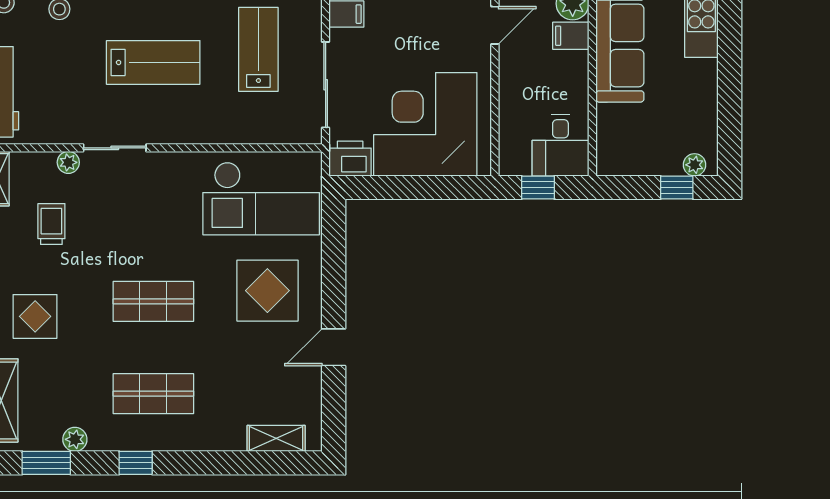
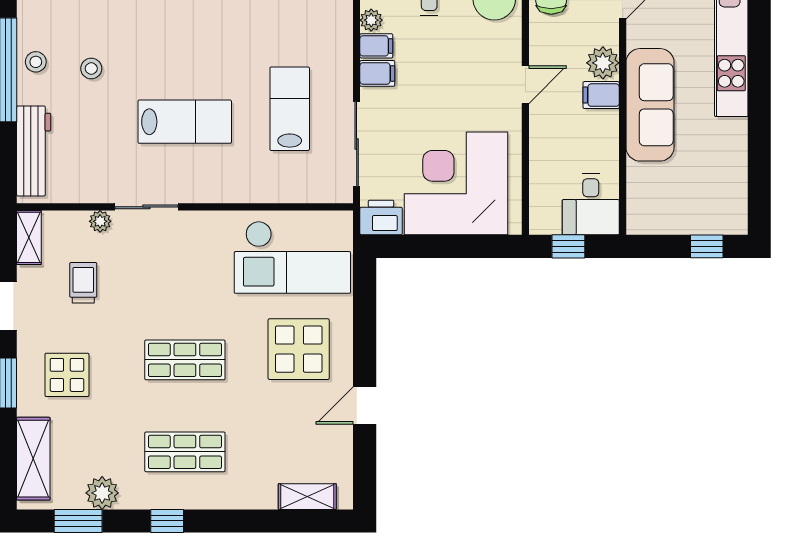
plant: (694, 165) -> (724, 224), removed
plant: (75, 439) -> (102, 493), width x1.38, depth x1.38

